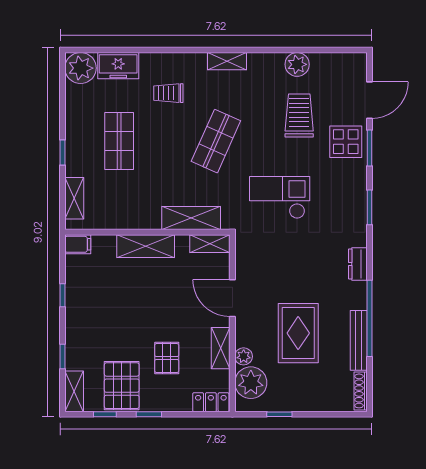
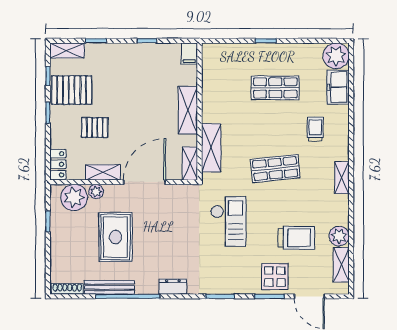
shop shelf: (216, 141) -> (275, 169), turned -30
shelving: (74, 198) -> (341, 265), moved, turned 90
door: (232, 298) -> (145, 182), width x1.36
rug: (298, 333) -> (115, 237), turned 90

